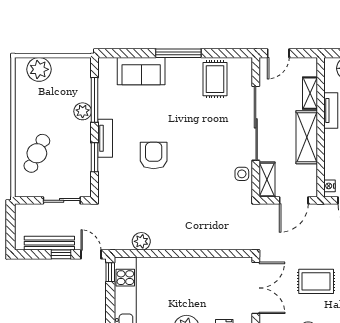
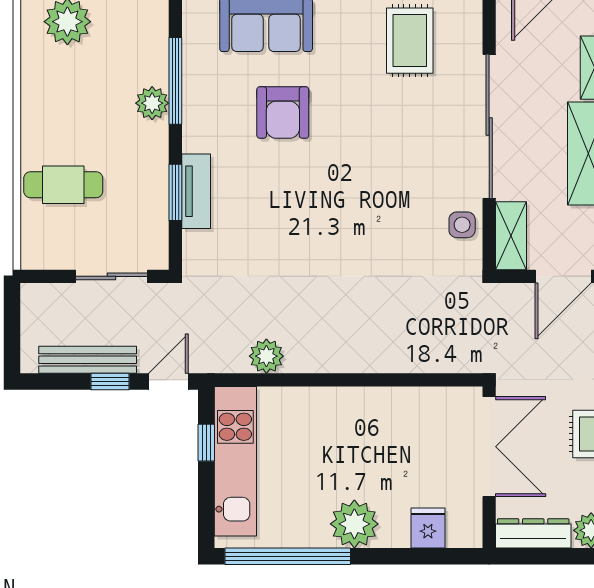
tv unit: (105, 138) -> (196, 191), moved
cafe table: (37, 153) -> (63, 185), turned 65
armchair: (154, 155) -> (283, 113), moved, turned 180
door: (91, 254) -> (168, 381), hinge flipped
window: (110, 272) -> (206, 443), moved

